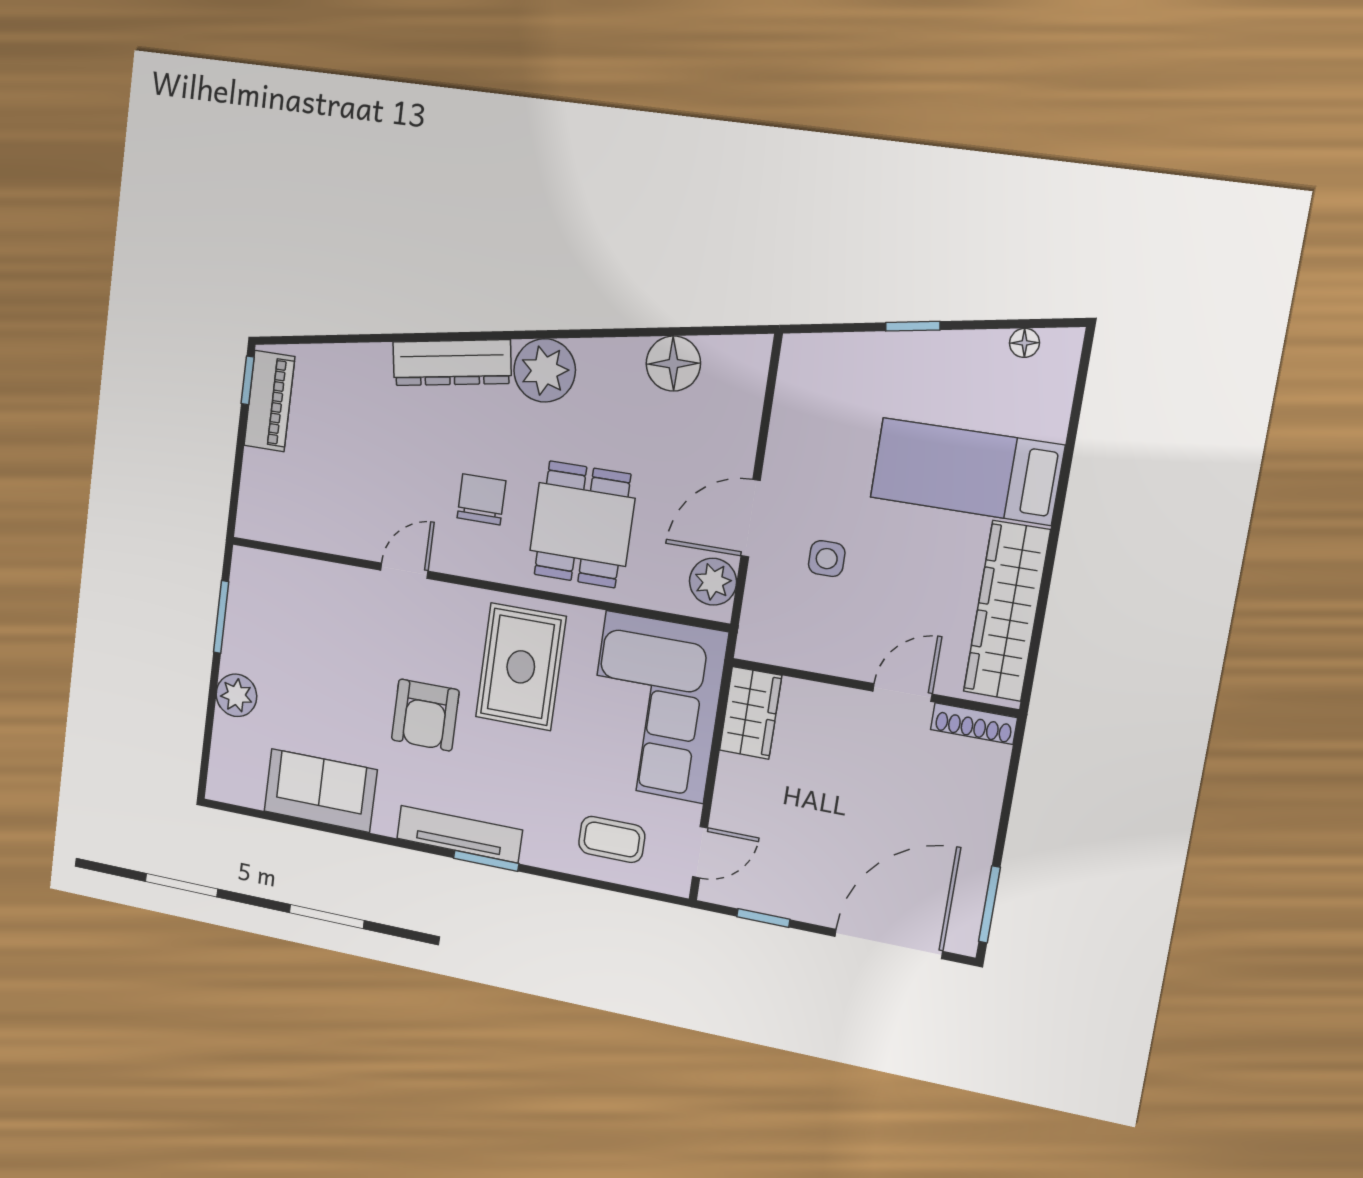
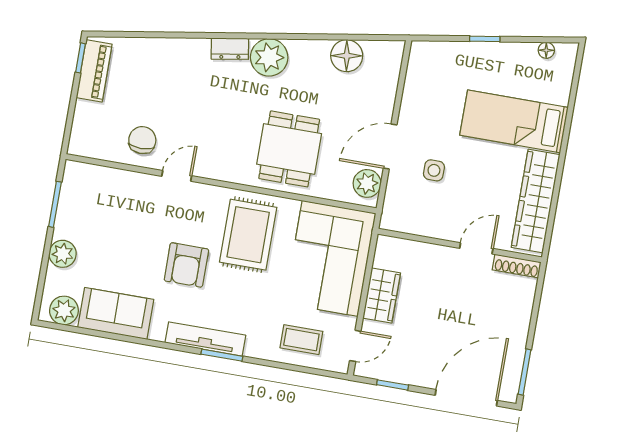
dresser: (452, 363) -> (230, 49), width x0.51, depth x0.80
chair: (481, 499) -> (142, 140), moved
wardrobe: (751, 713) -> (382, 295), moved
plant: (243, 784) -> (64, 310), added

